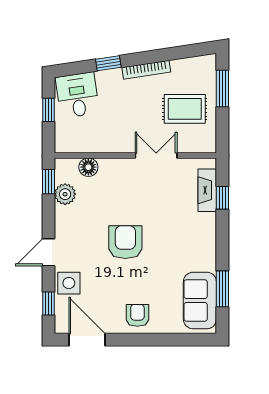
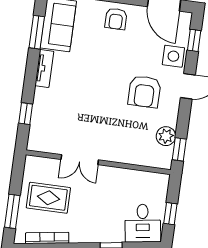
bookcase: (146, 70) -> (47, 238), moved
floor lamp: (88, 167) -> (142, 157), removed
fireplace: (207, 190) -> (38, 122), removed
armchair: (125, 242) -> (144, 92), moved
tv unit: (209, 250) -> (44, 68), added

